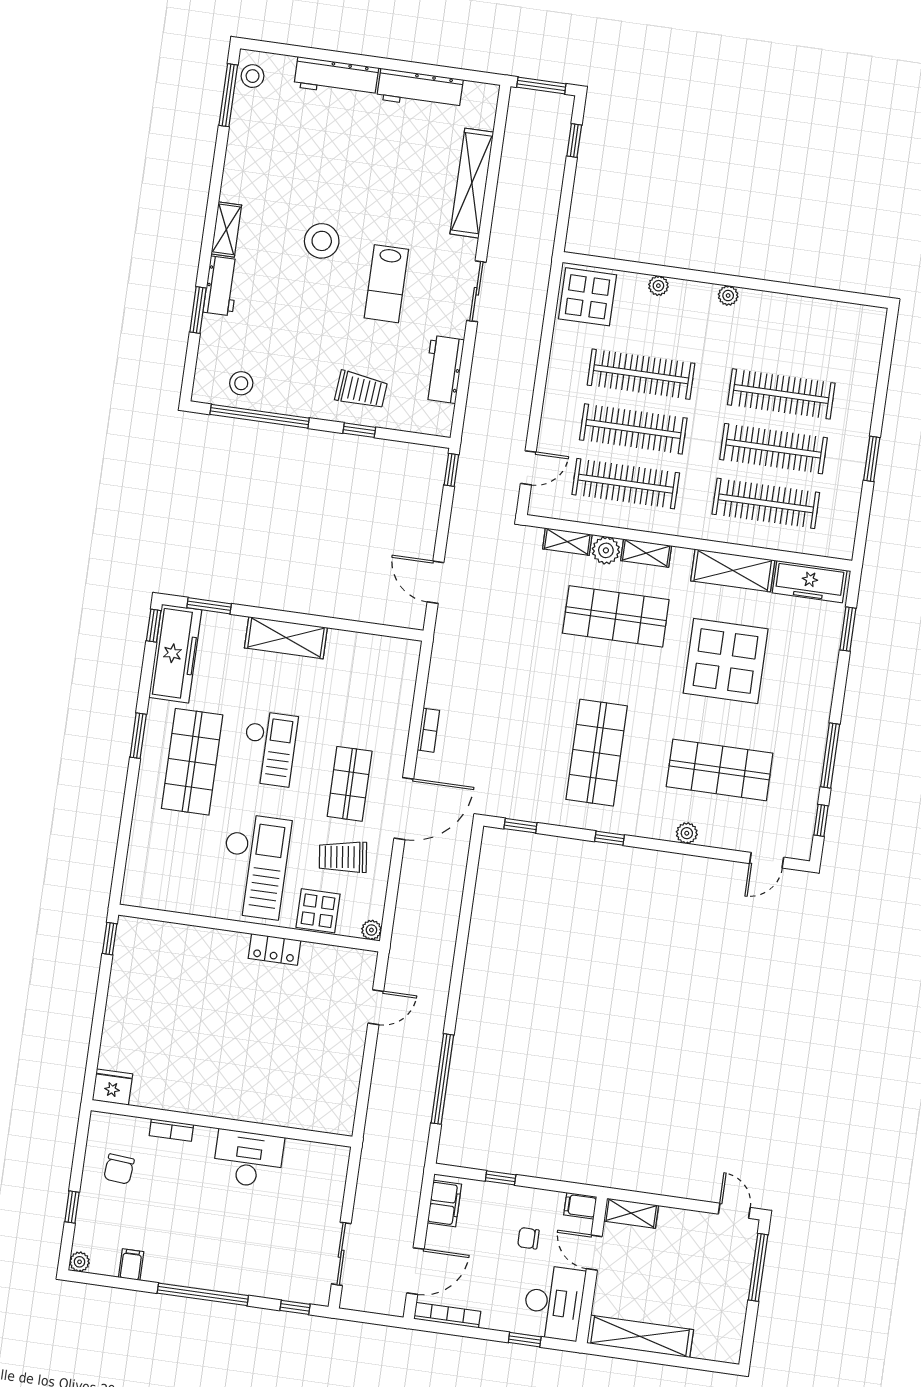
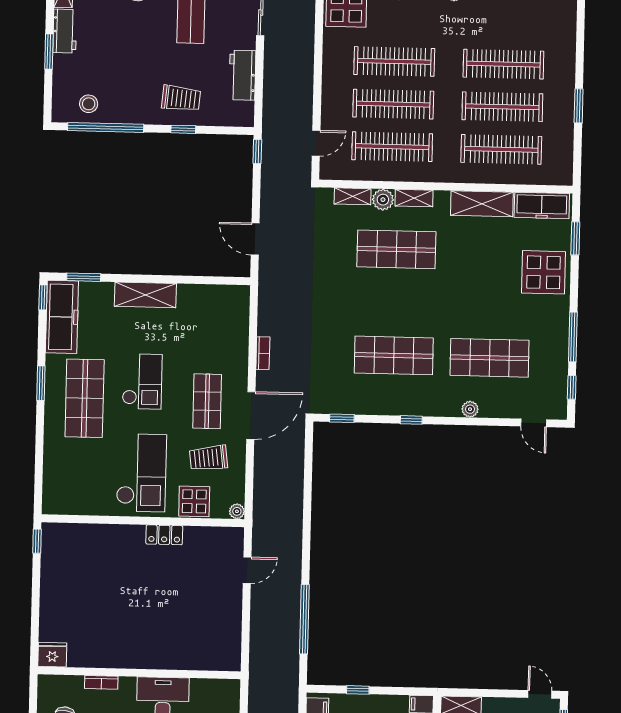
display table: (726, 661) -> (544, 272), moved, width x0.73, depth x0.73
shop shelf: (597, 753) -> (394, 355), turned 90
door: (767, 860) -> (534, 423), hinge flipped

